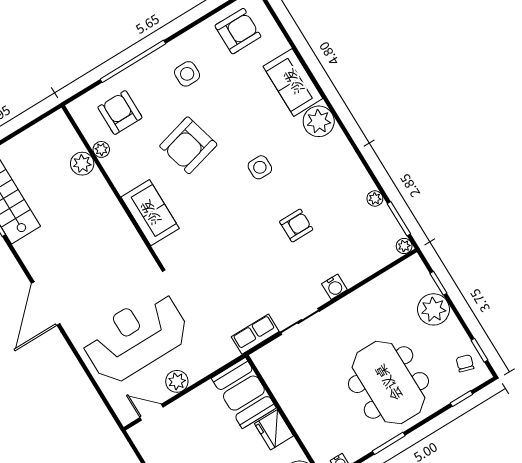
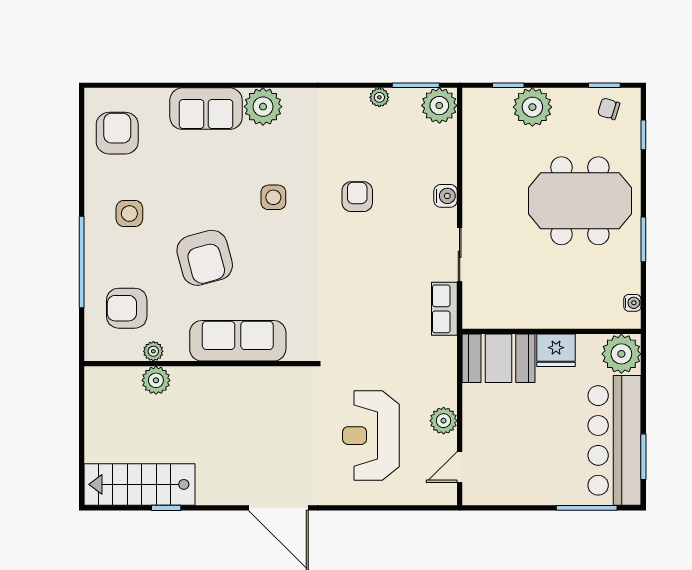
sofa: (150, 213) -> (238, 341), width x1.36
plant: (404, 246) -> (439, 106), width x1.87, depth x1.87
reception desk: (136, 337) -> (371, 436), width x0.74, depth x0.77

